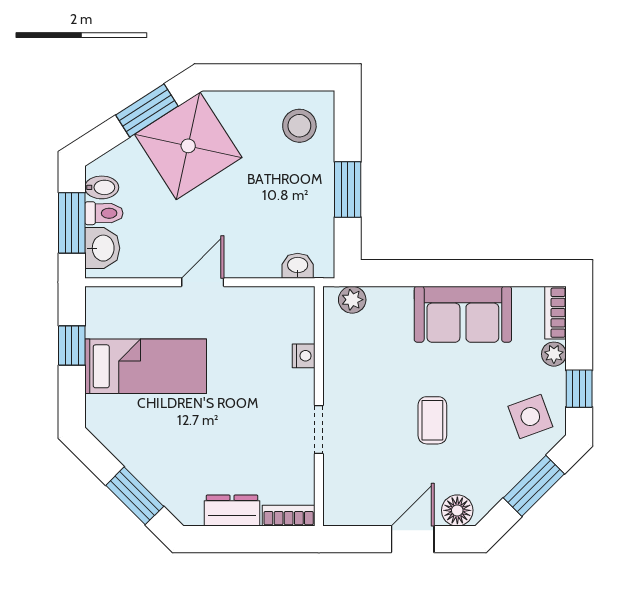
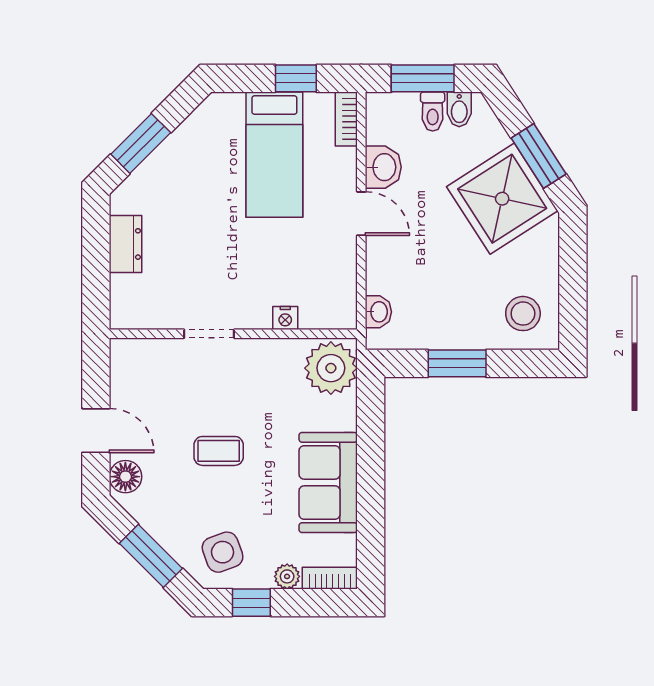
washbasin: (102, 248) -> (383, 167), moved, turned -90
plant: (352, 300) -> (331, 368), width x1.88, depth x1.88
bookcase: (289, 516) -> (346, 119), moved, turned 180

